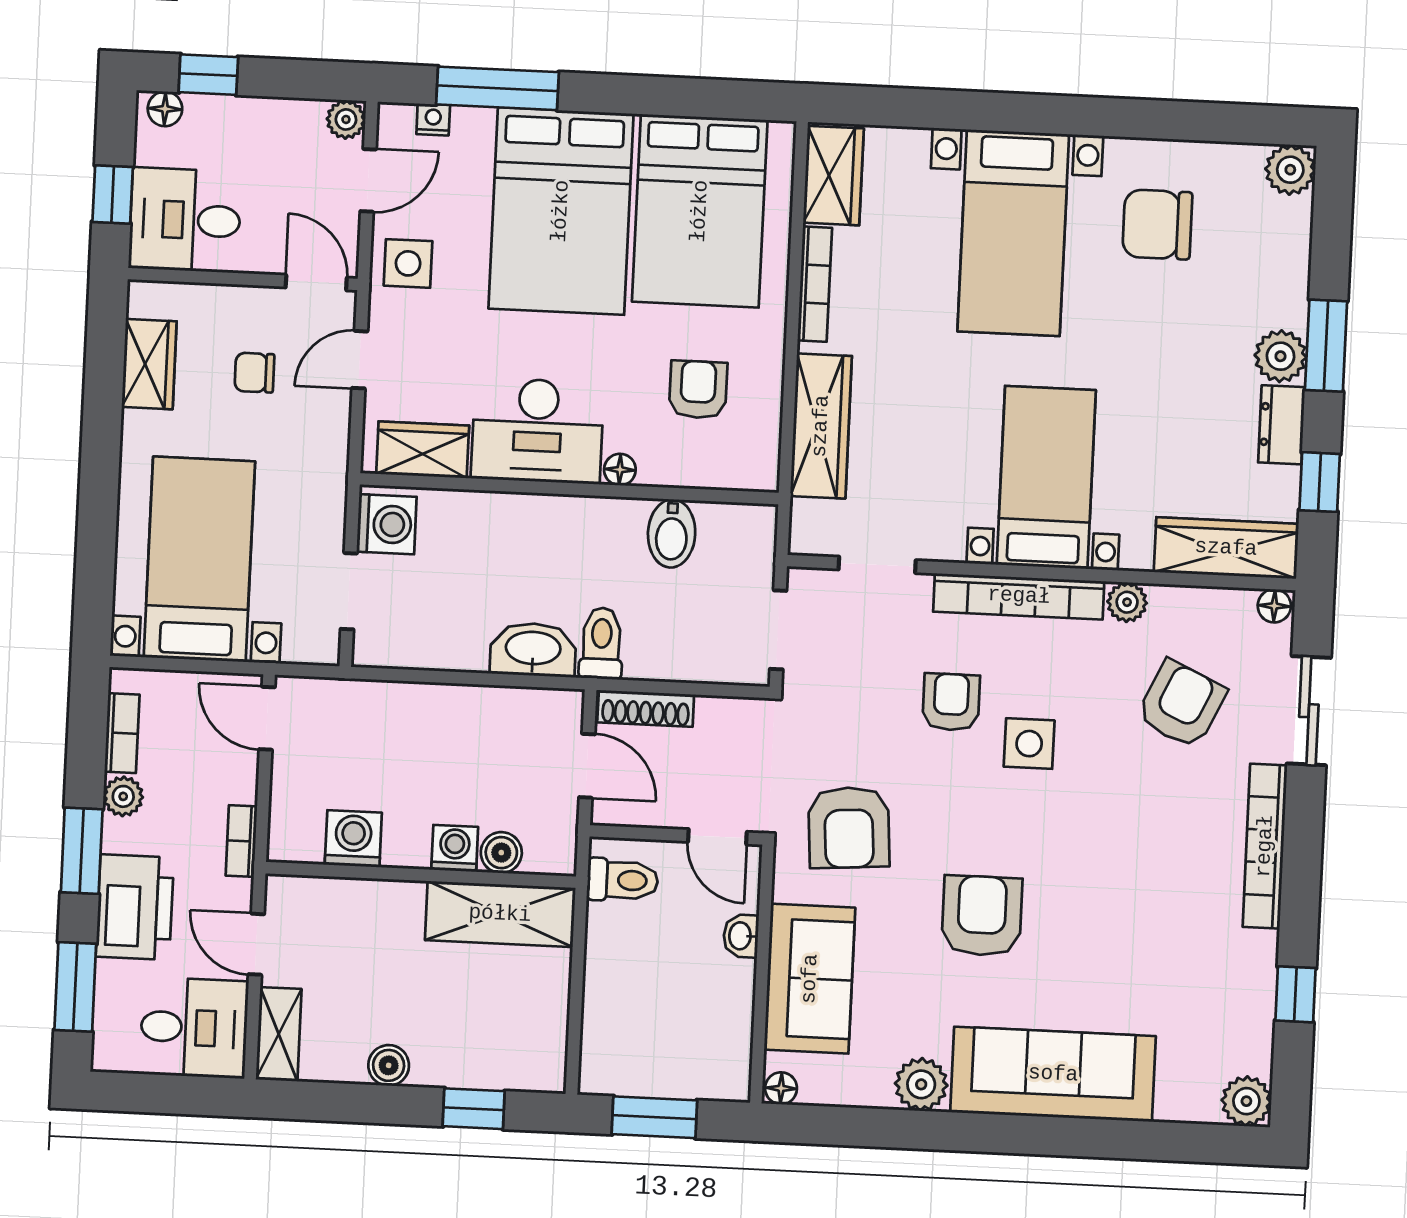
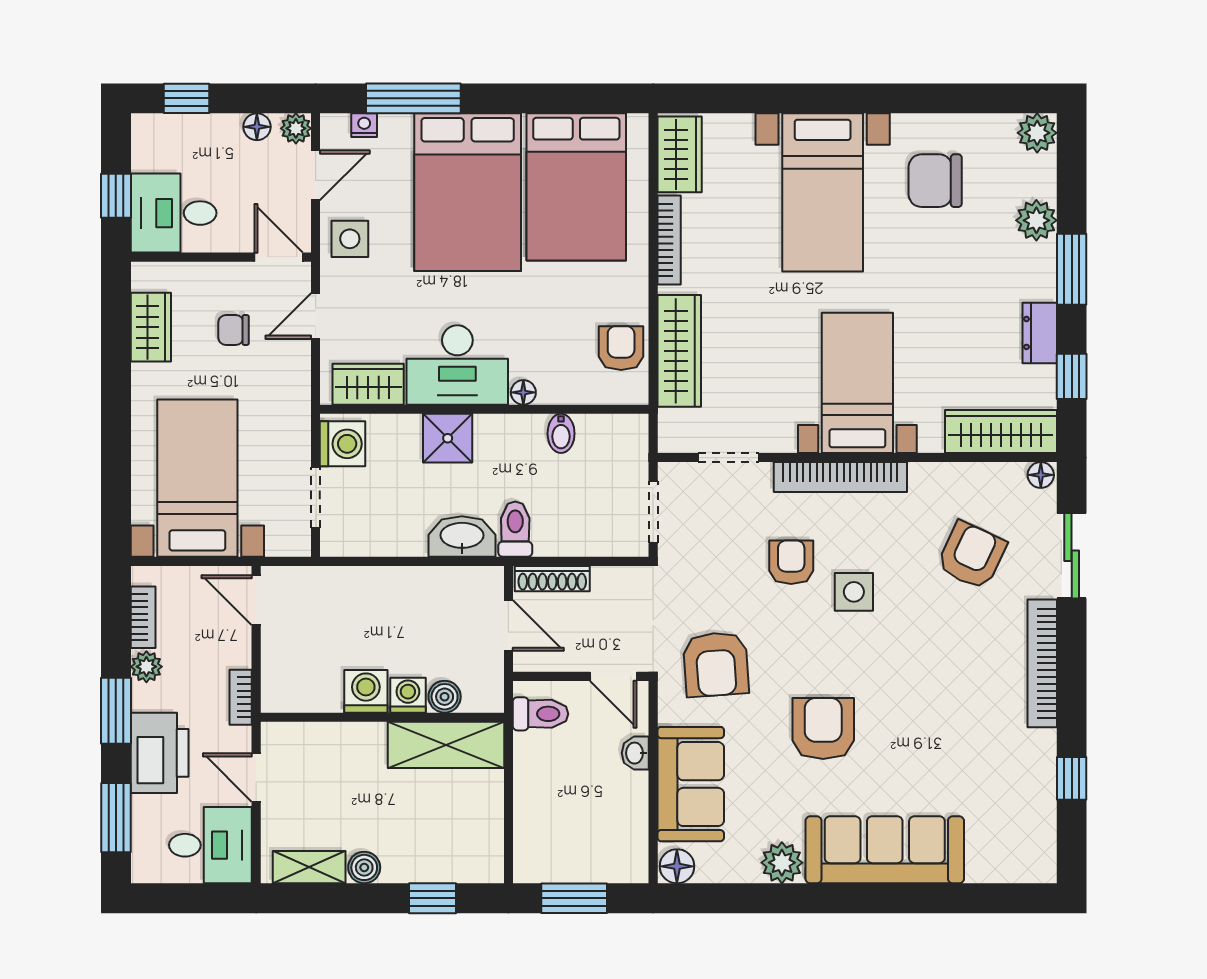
floor lamp: (165, 109) -> (257, 127), moved
plant: (1281, 356) -> (1036, 220), moved
armchair: (698, 390) -> (621, 348), moved
shower: (521, 523) -> (448, 438), added
bidet: (672, 533) -> (561, 433), width x0.72, depth x0.74
plant: (1127, 602) -> (925, 478), removed
washing machine: (353, 839) -> (366, 691), moved
shelving: (279, 1034) -> (309, 867), moved, turned 90
floor lamp: (781, 1088) -> (677, 866), width x1.37, depth x1.37
plant: (1246, 1101) -> (1037, 864), removed

